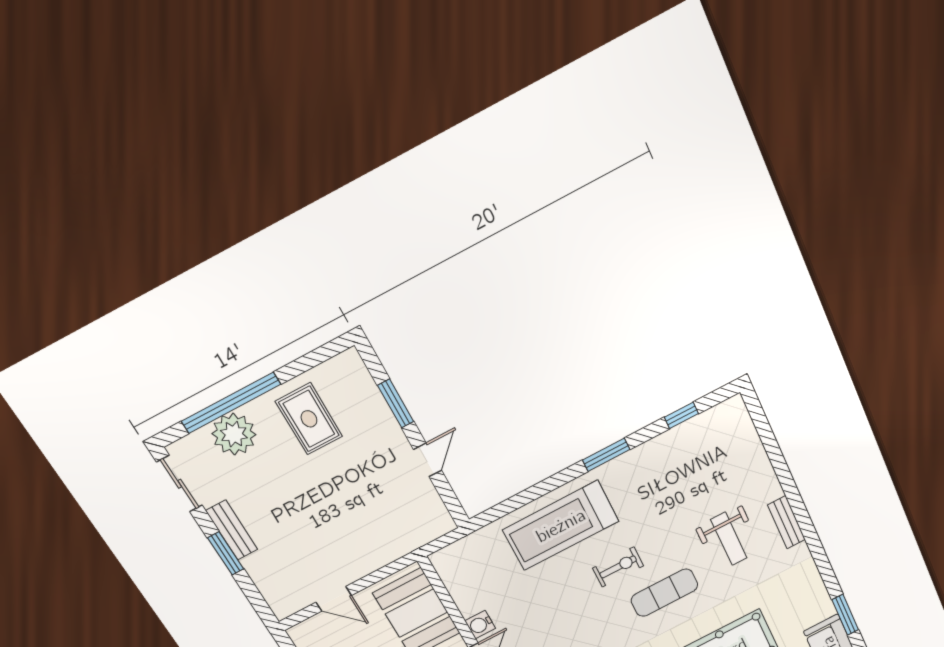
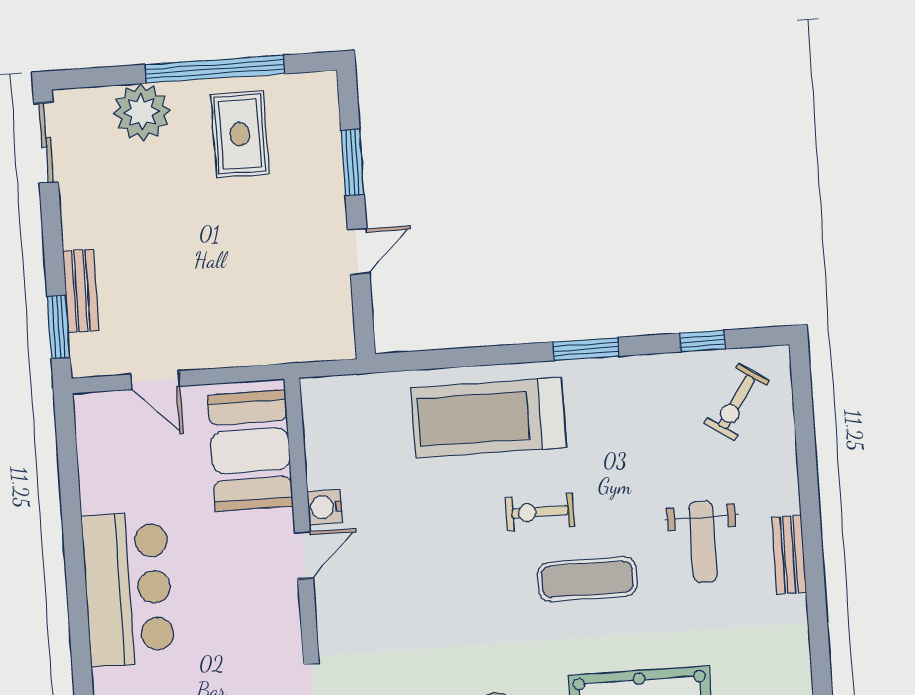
window: (231, 403) -> (215, 69), moved
exercise bike: (719, 444) -> (737, 402), added
bench: (232, 530) -> (81, 291), moved
window: (226, 553) -> (59, 327), moved
exercise bike: (618, 567) -> (540, 512), turned 180

